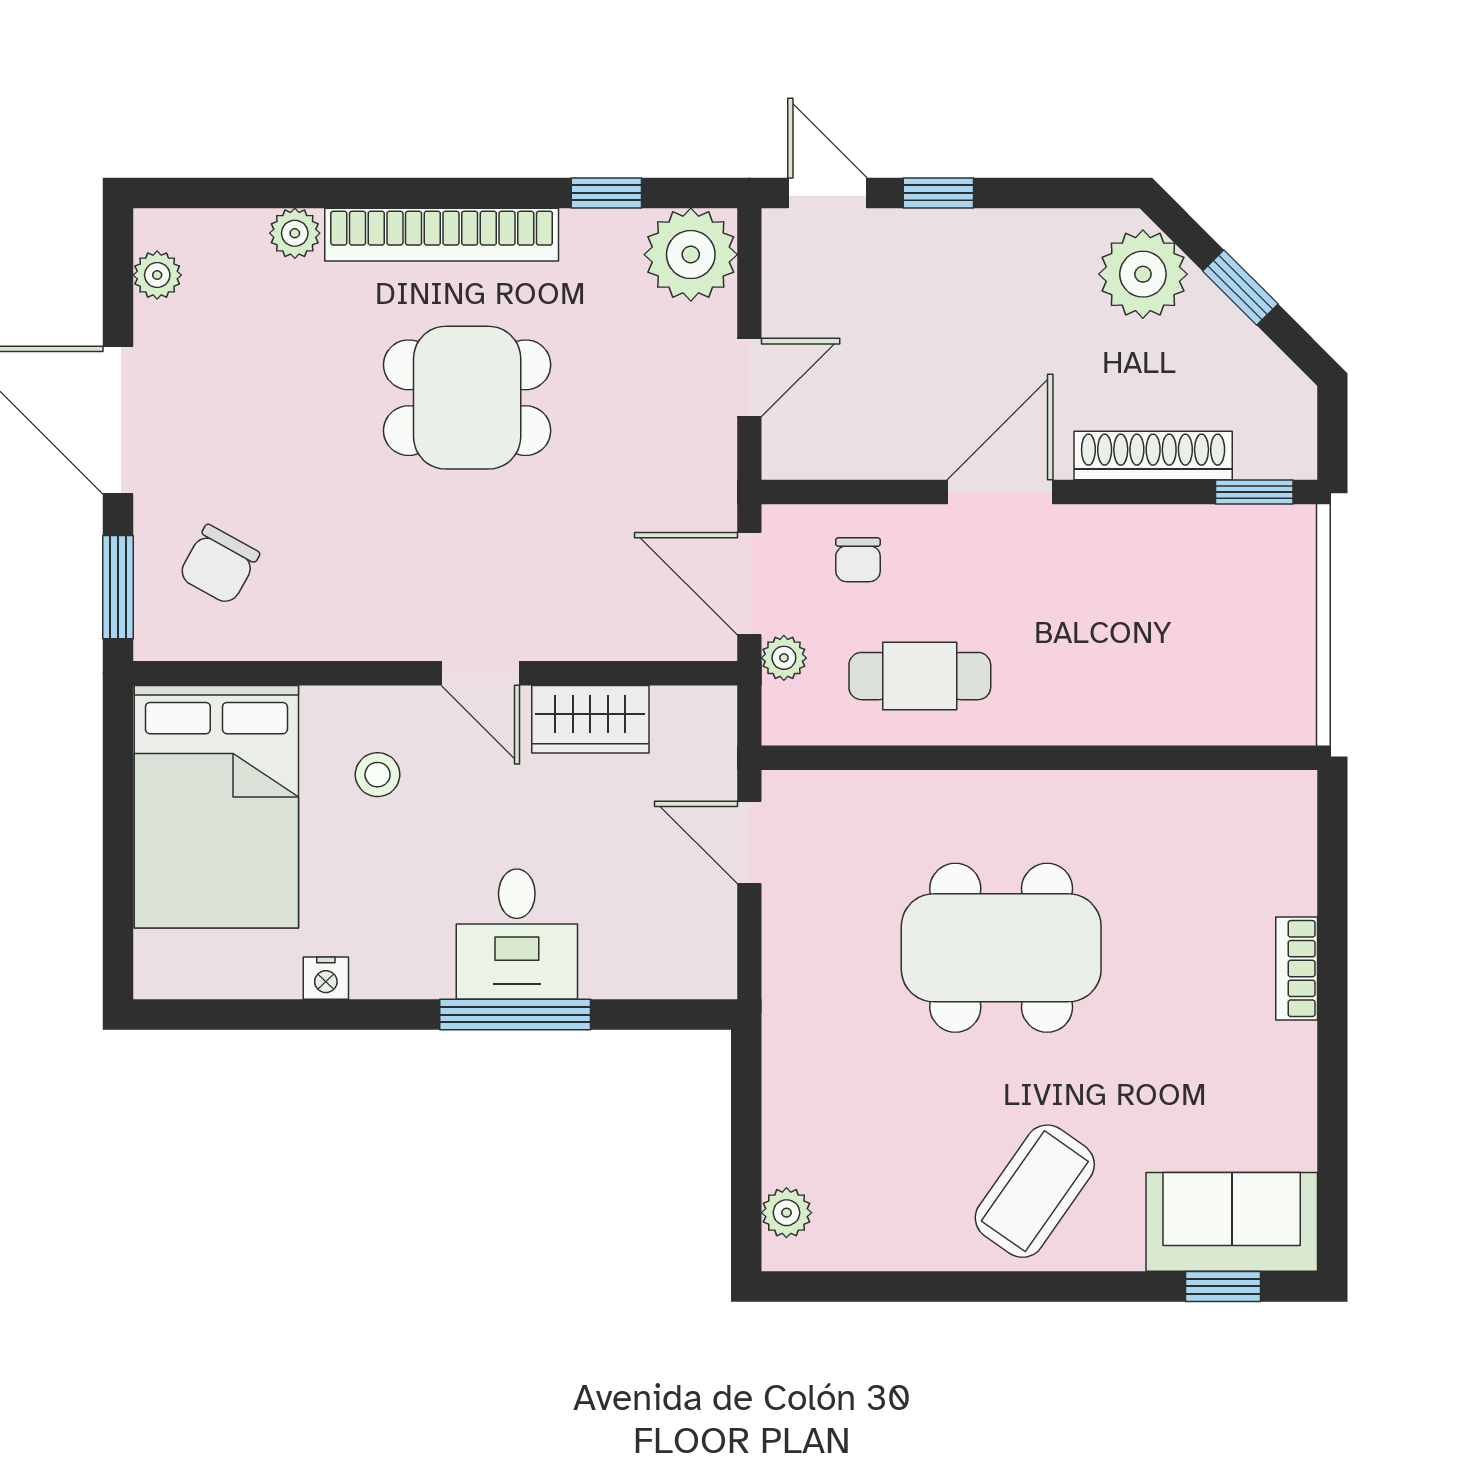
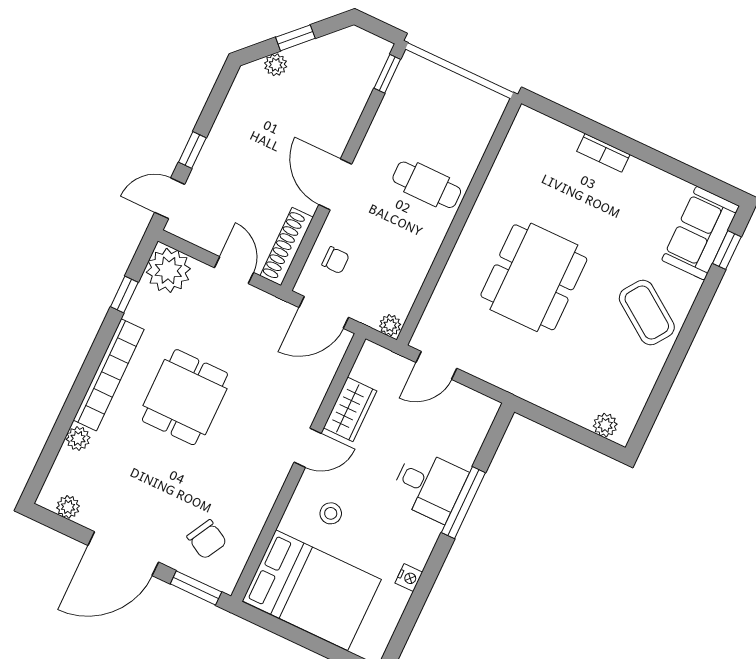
plant: (1143, 274) -> (276, 65), width x0.53, depth x0.53
shoe rack: (1153, 455) -> (287, 246), moved
plant: (784, 658) -> (390, 325), moved
cafe table: (920, 676) -> (427, 185), moved, turned 90

